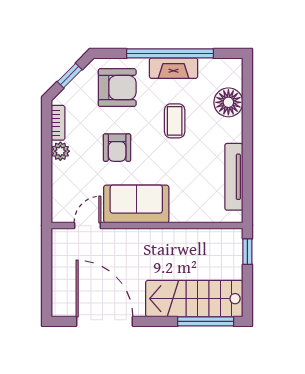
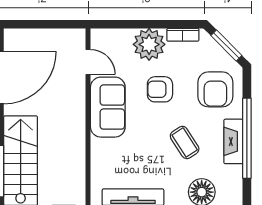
window: (70, 76) -> (226, 46), width x1.50
coffee table: (175, 121) -> (185, 142), turned 57
plant: (60, 151) -> (149, 44), width x1.87, depth x1.87

